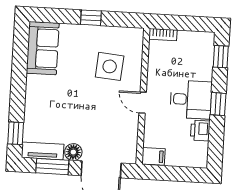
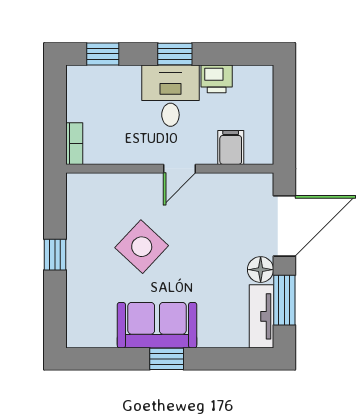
sofa: (43, 48) -> (157, 325), moved
side table: (110, 66) -> (142, 247), moved, turned 38
window: (16, 133) -> (167, 359), moved
filing cabinet: (153, 156) -> (231, 148), moved

